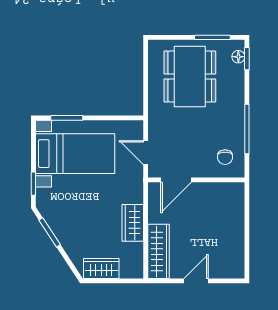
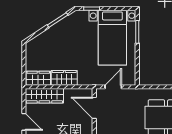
wardrobe: (101, 269) -> (38, 78), moved, turned -90

